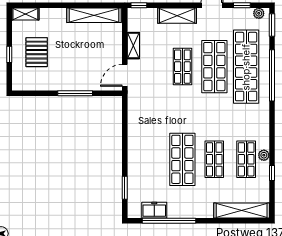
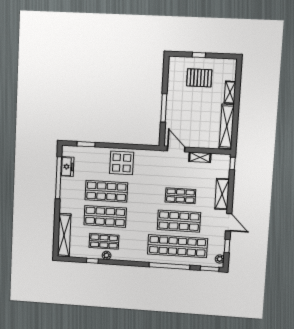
shelving: (25, 14) -> (230, 92), moved
display table: (146, 142) -> (122, 163), added
shop shelf: (214, 159) -> (105, 216), width x1.43, depth x1.36

